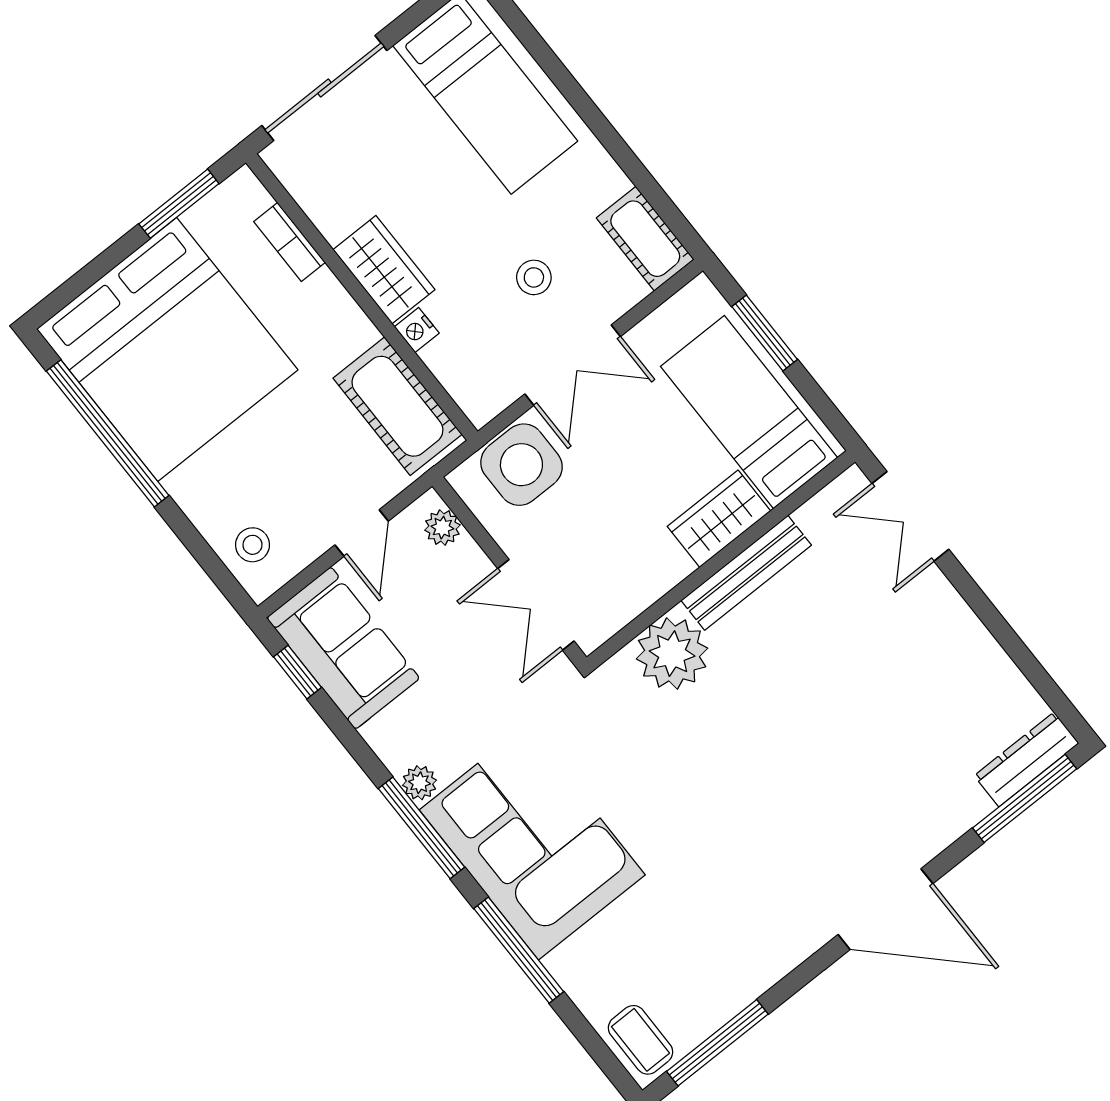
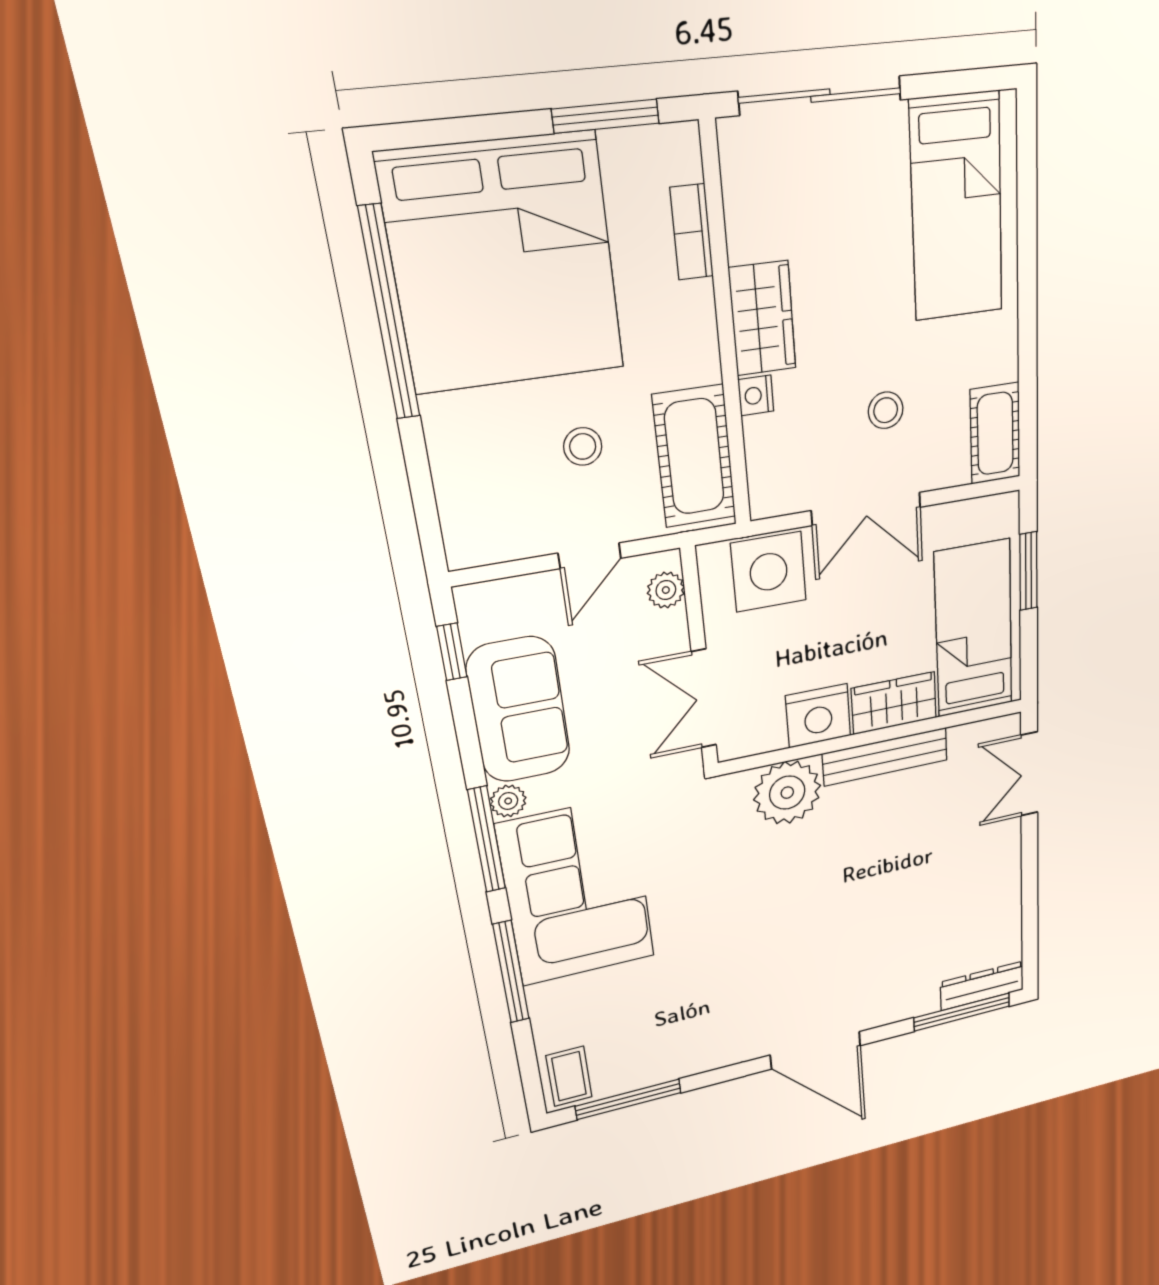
stool: (252, 545) -> (583, 446), moved
nightstand: (653, 567) -> (818, 716), added
sofa: (343, 648) -> (519, 710), moved

